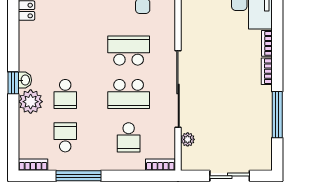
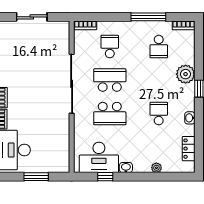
washbasin: (25, 80) -> (190, 118), moved
school desk: (65, 94) -> (159, 114), moved
plant: (188, 139) -> (64, 45), removed

